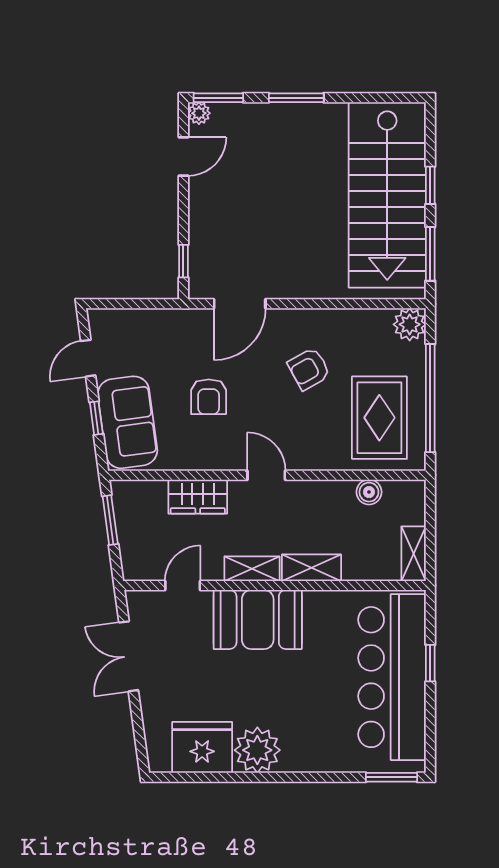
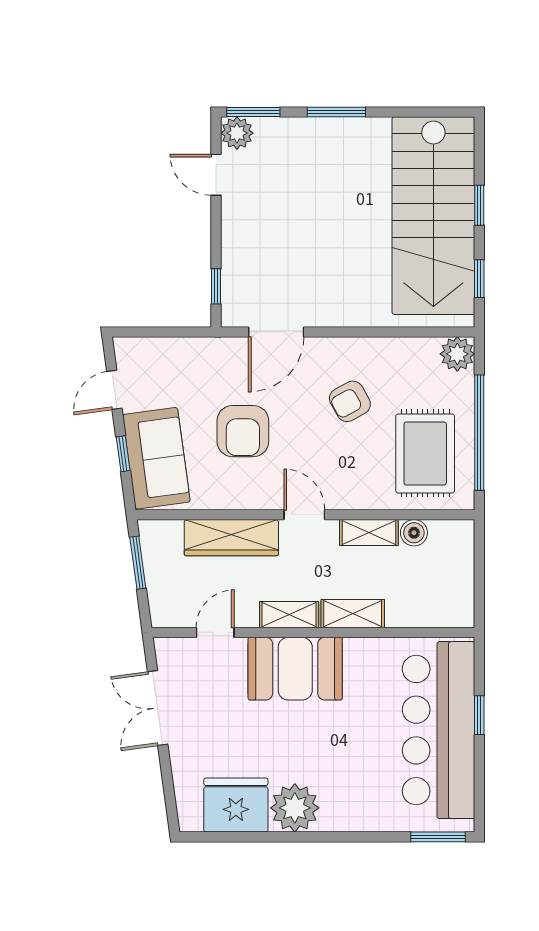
plant: (199, 113) -> (237, 133), width x1.38, depth x1.38
door: (183, 157) -> (216, 175), swing flipped
window: (430, 254) -> (479, 279), width x0.67
armchair: (209, 397) -> (243, 431), width x1.38, depth x1.38
wardrobe: (198, 497) -> (231, 538), width x1.50
shelving: (414, 554) -> (369, 532), moved, turned 90

